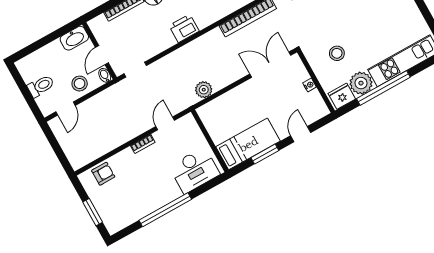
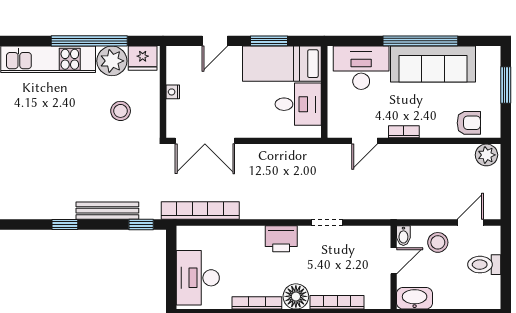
doorway: (135, 70) -> (327, 222), moved
plant: (204, 90) -> (486, 155), moved
desk: (222, 123) -> (298, 104), added
armchair: (103, 174) -> (469, 123), turned 180
sofa: (148, 199) -> (433, 64), added

